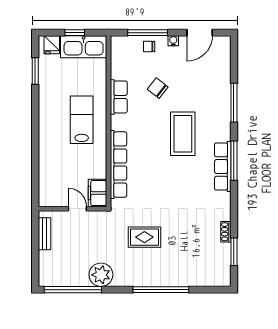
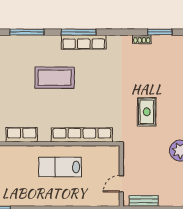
chair: (158, 88) -> (14, 100), removed
lab bench: (82, 120) -> (60, 167), moved
filing cabinet: (97, 193) -> (107, 154), removed
door: (77, 209) -> (121, 184), moved

